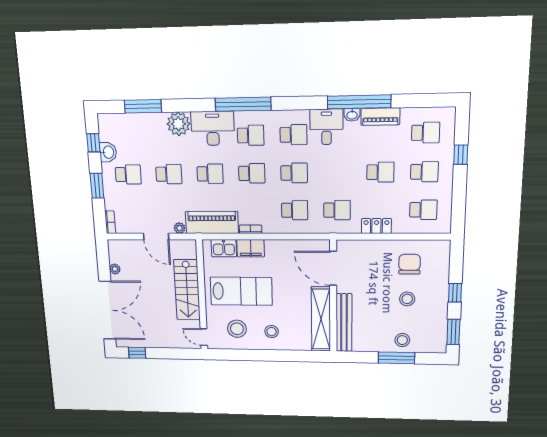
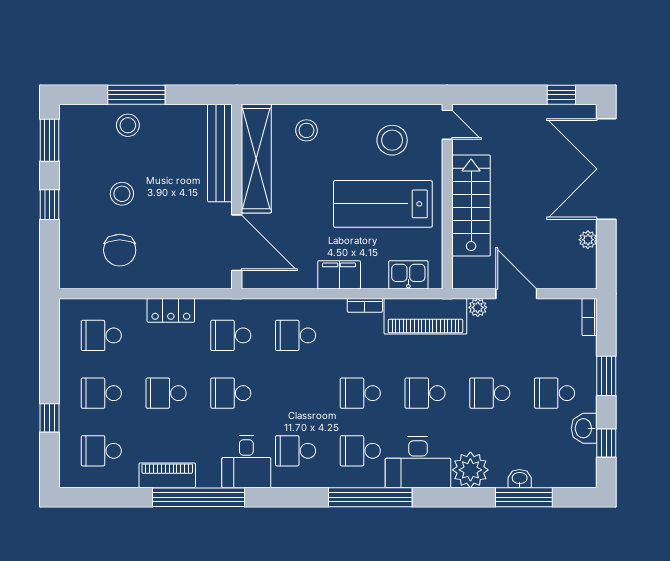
washbasin: (352, 115) -> (520, 479), moved
school desk: (294, 173) -> (231, 393), moved
filing cabinet: (251, 248) -> (339, 275), moved
stool: (272, 332) -> (306, 130), moved

